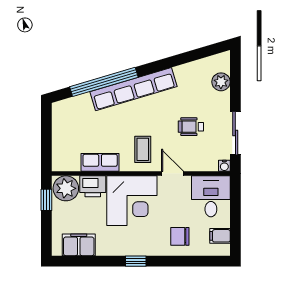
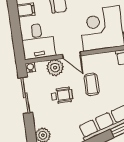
coffee table: (143, 149) -> (92, 84), moved
plant: (195, 161) -> (55, 68), added

